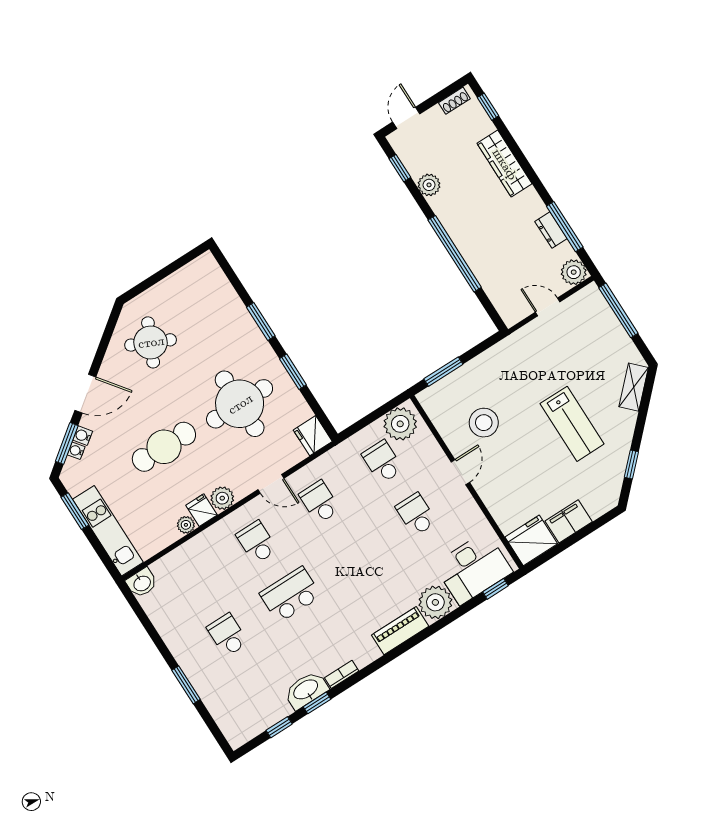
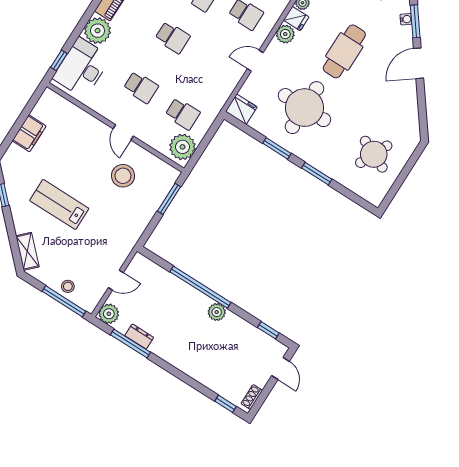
wardrobe: (505, 164) -> (195, 369), removed
plant: (429, 185) -> (217, 312), moved
stool: (606, 325) -> (68, 286), added
round table: (151, 342) -> (374, 154), moved
water cooler: (83, 436) -> (406, 32), removed
school desk: (320, 502) -> (173, 37), moved
fridge: (531, 540) -> (50, 107), removed

